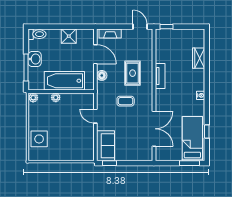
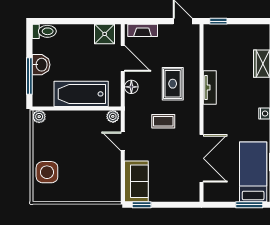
shower: (69, 36) -> (105, 34), moved
plant: (56, 97) -> (113, 116), moved

